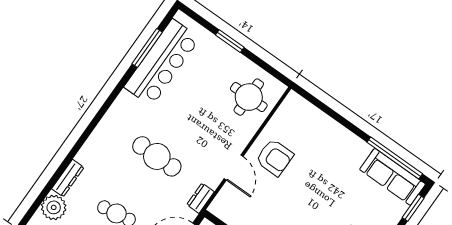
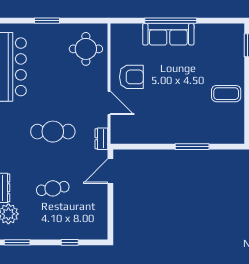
window: (395, 158) -> (171, 21), moved
sofa: (393, 177) -> (168, 34), moved

